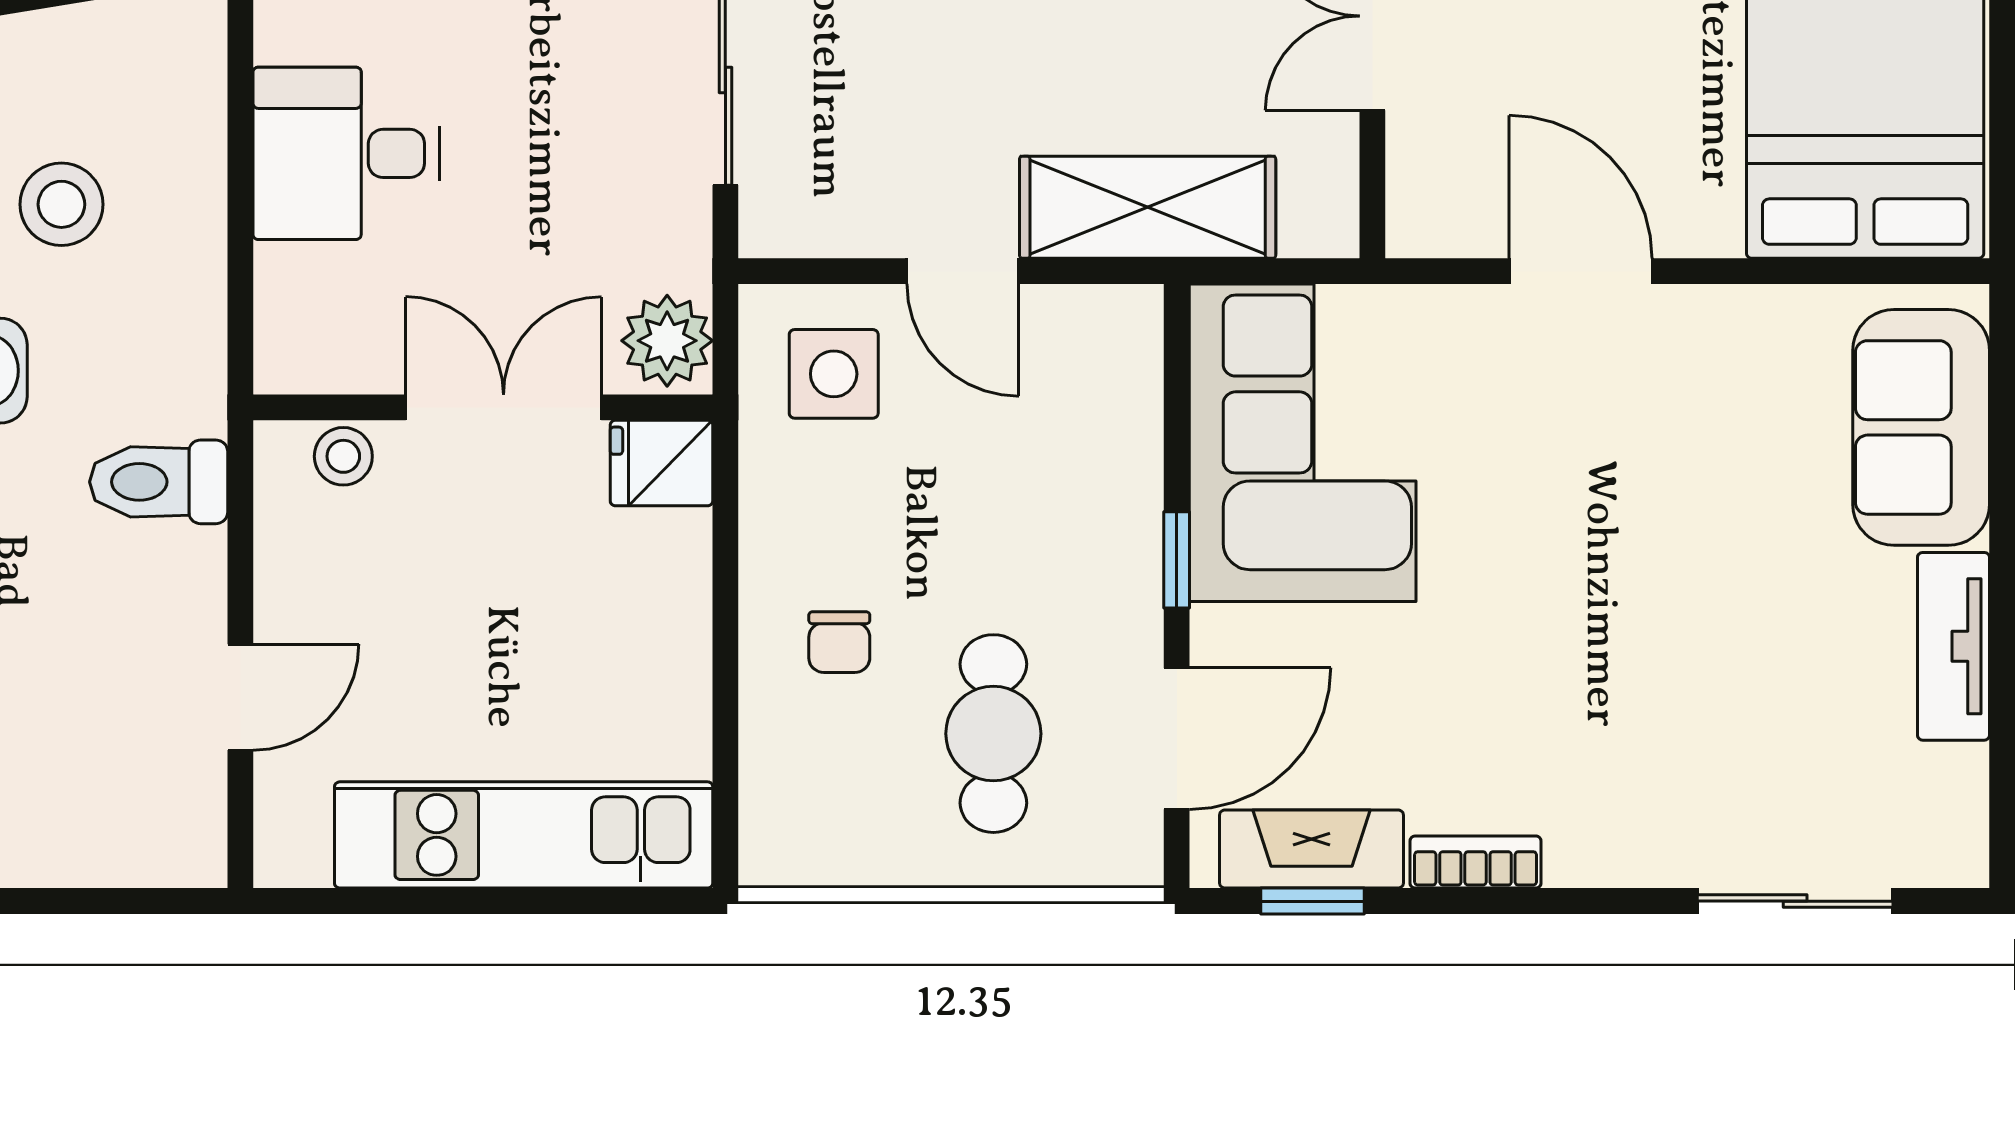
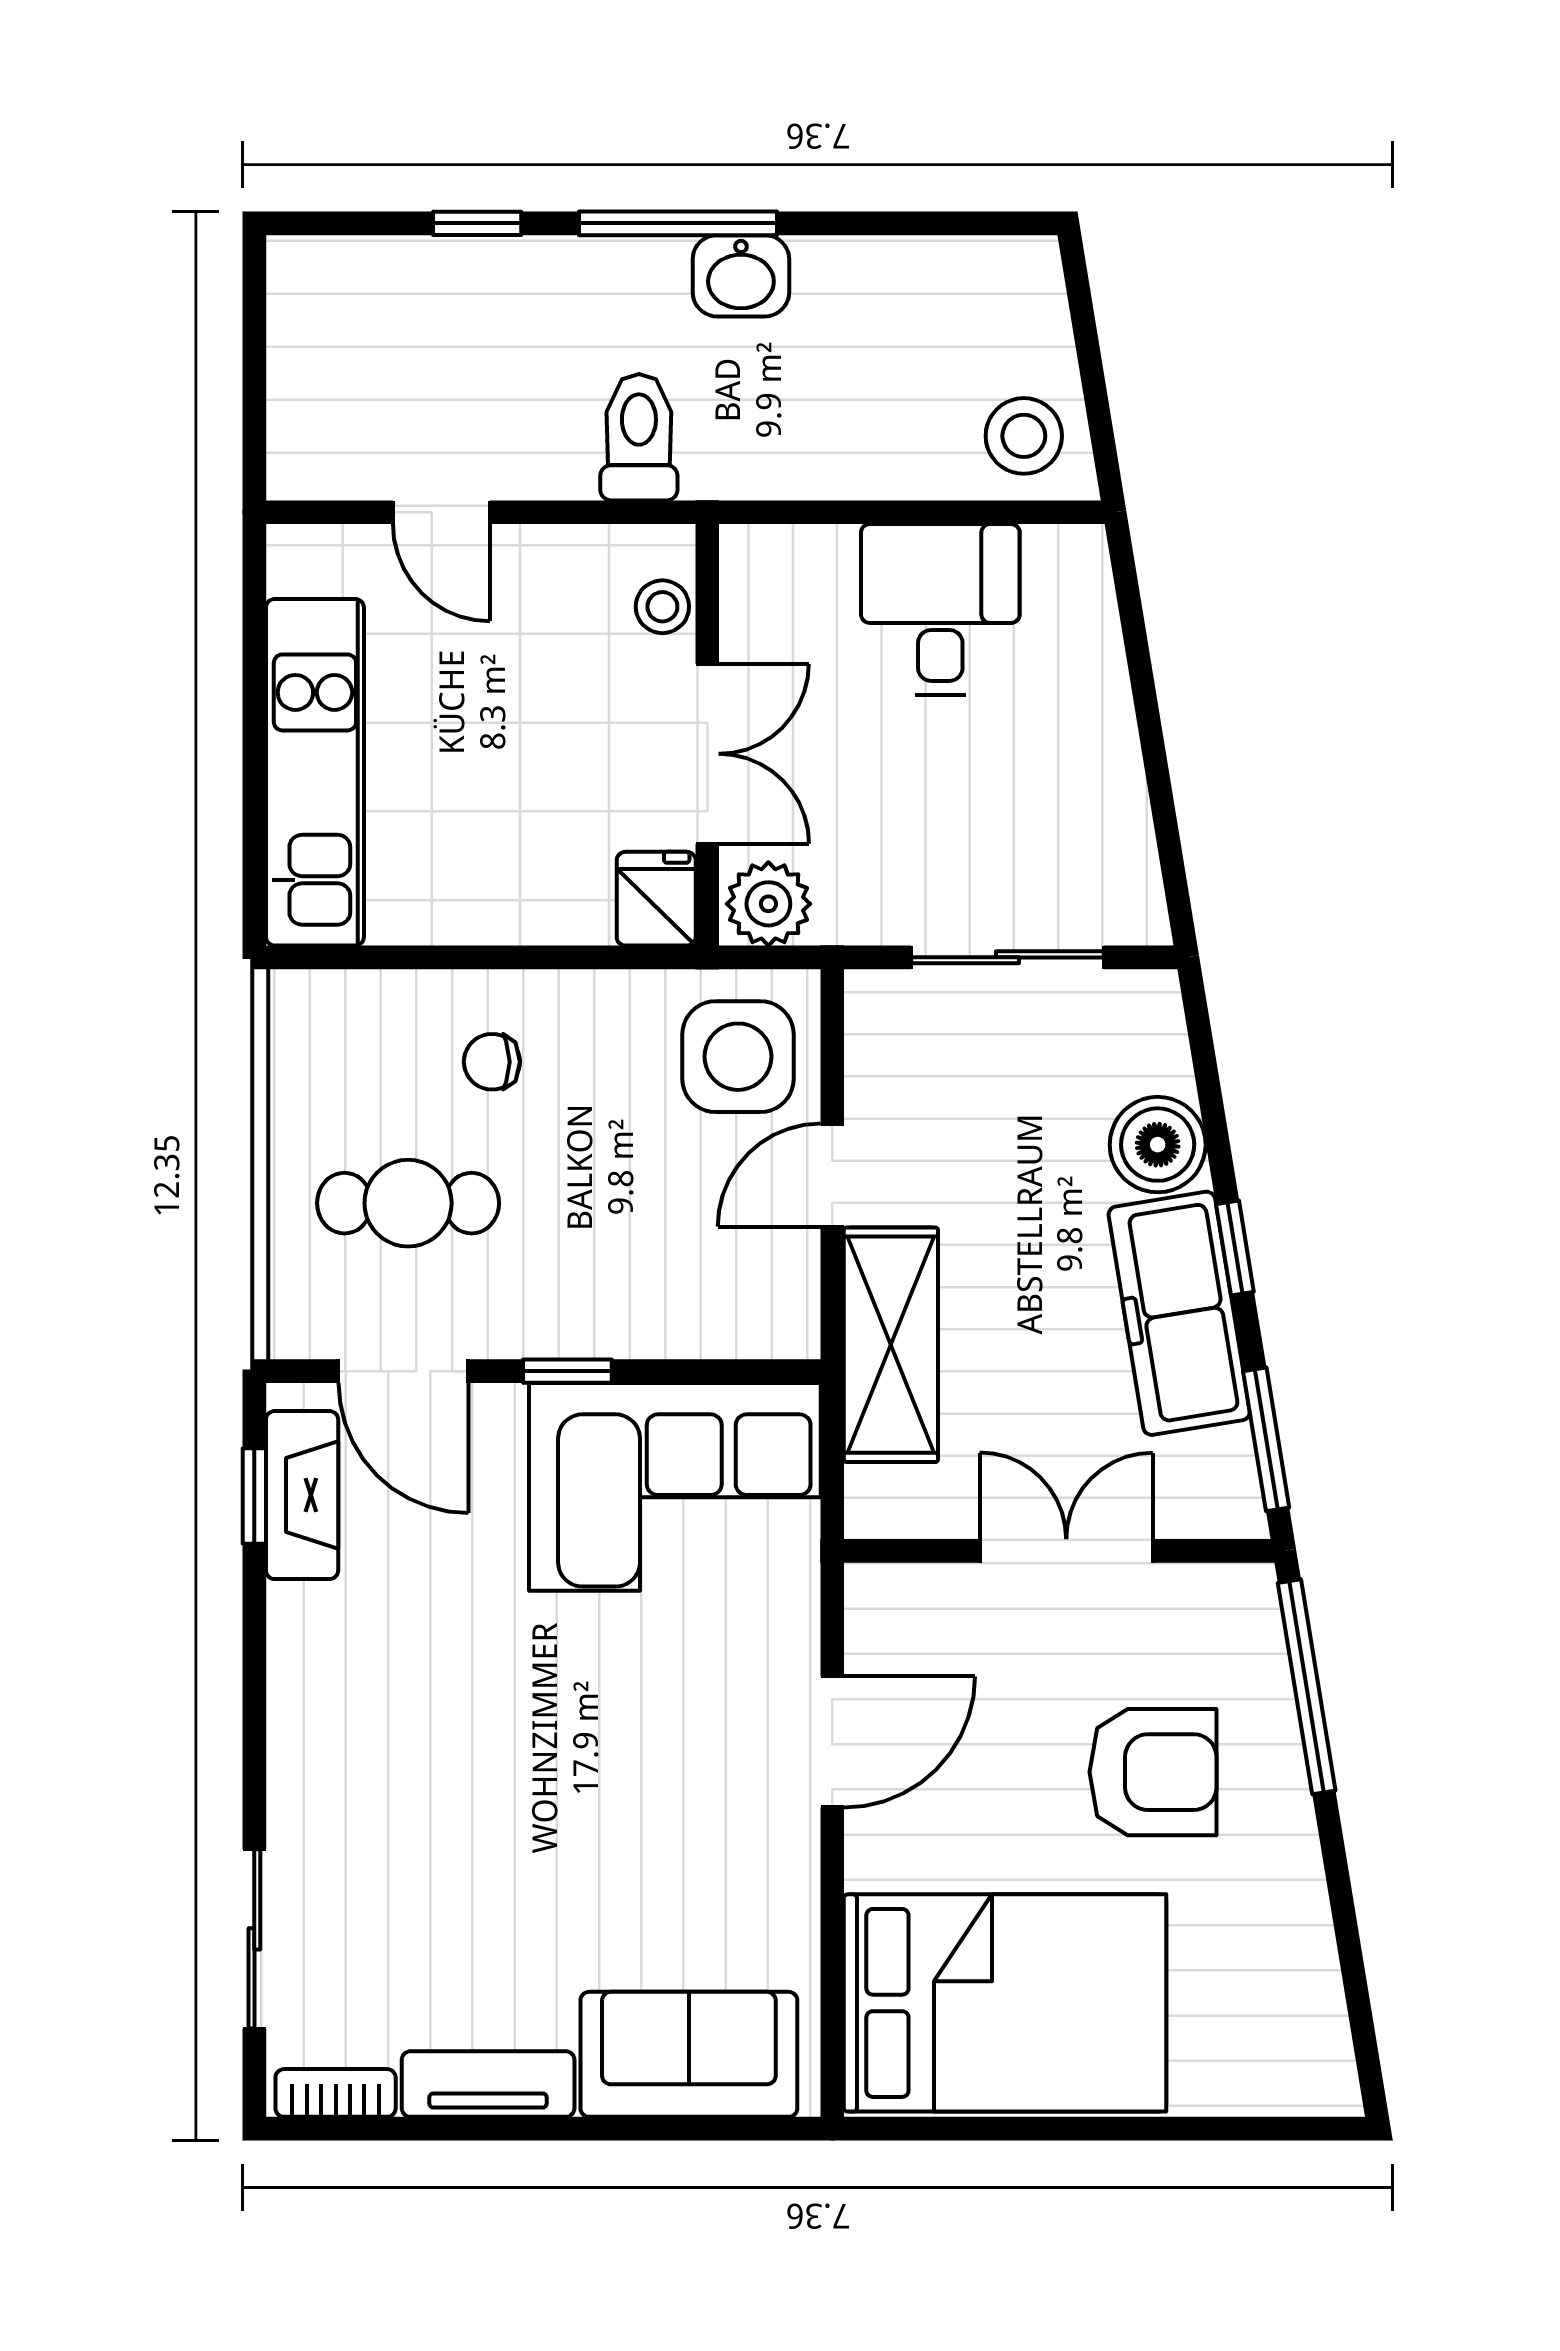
stool: (61, 204) -> (1024, 436), moved
side table: (834, 374) -> (738, 1057), width x1.37, depth x1.37
bookcase: (1476, 862) -> (336, 2093), moved, turned -90

